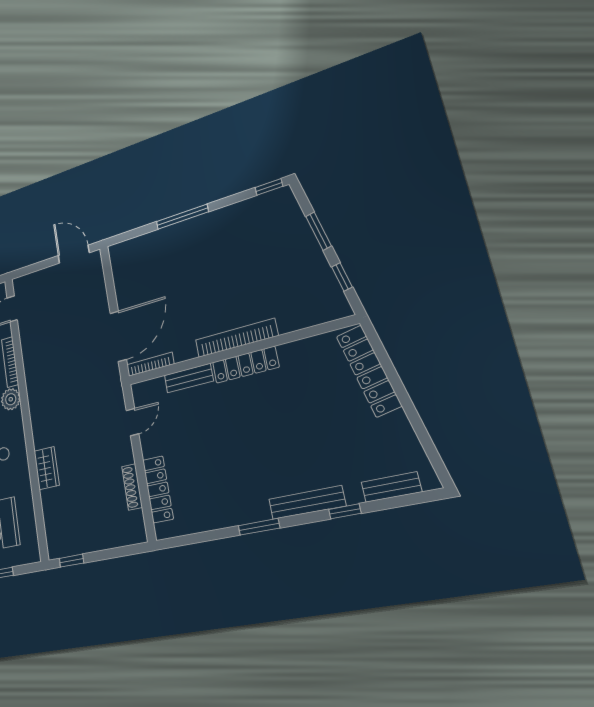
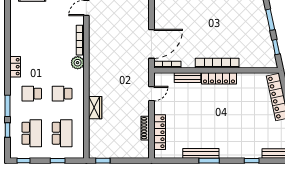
bench: (307, 503) -> (201, 153), moved

